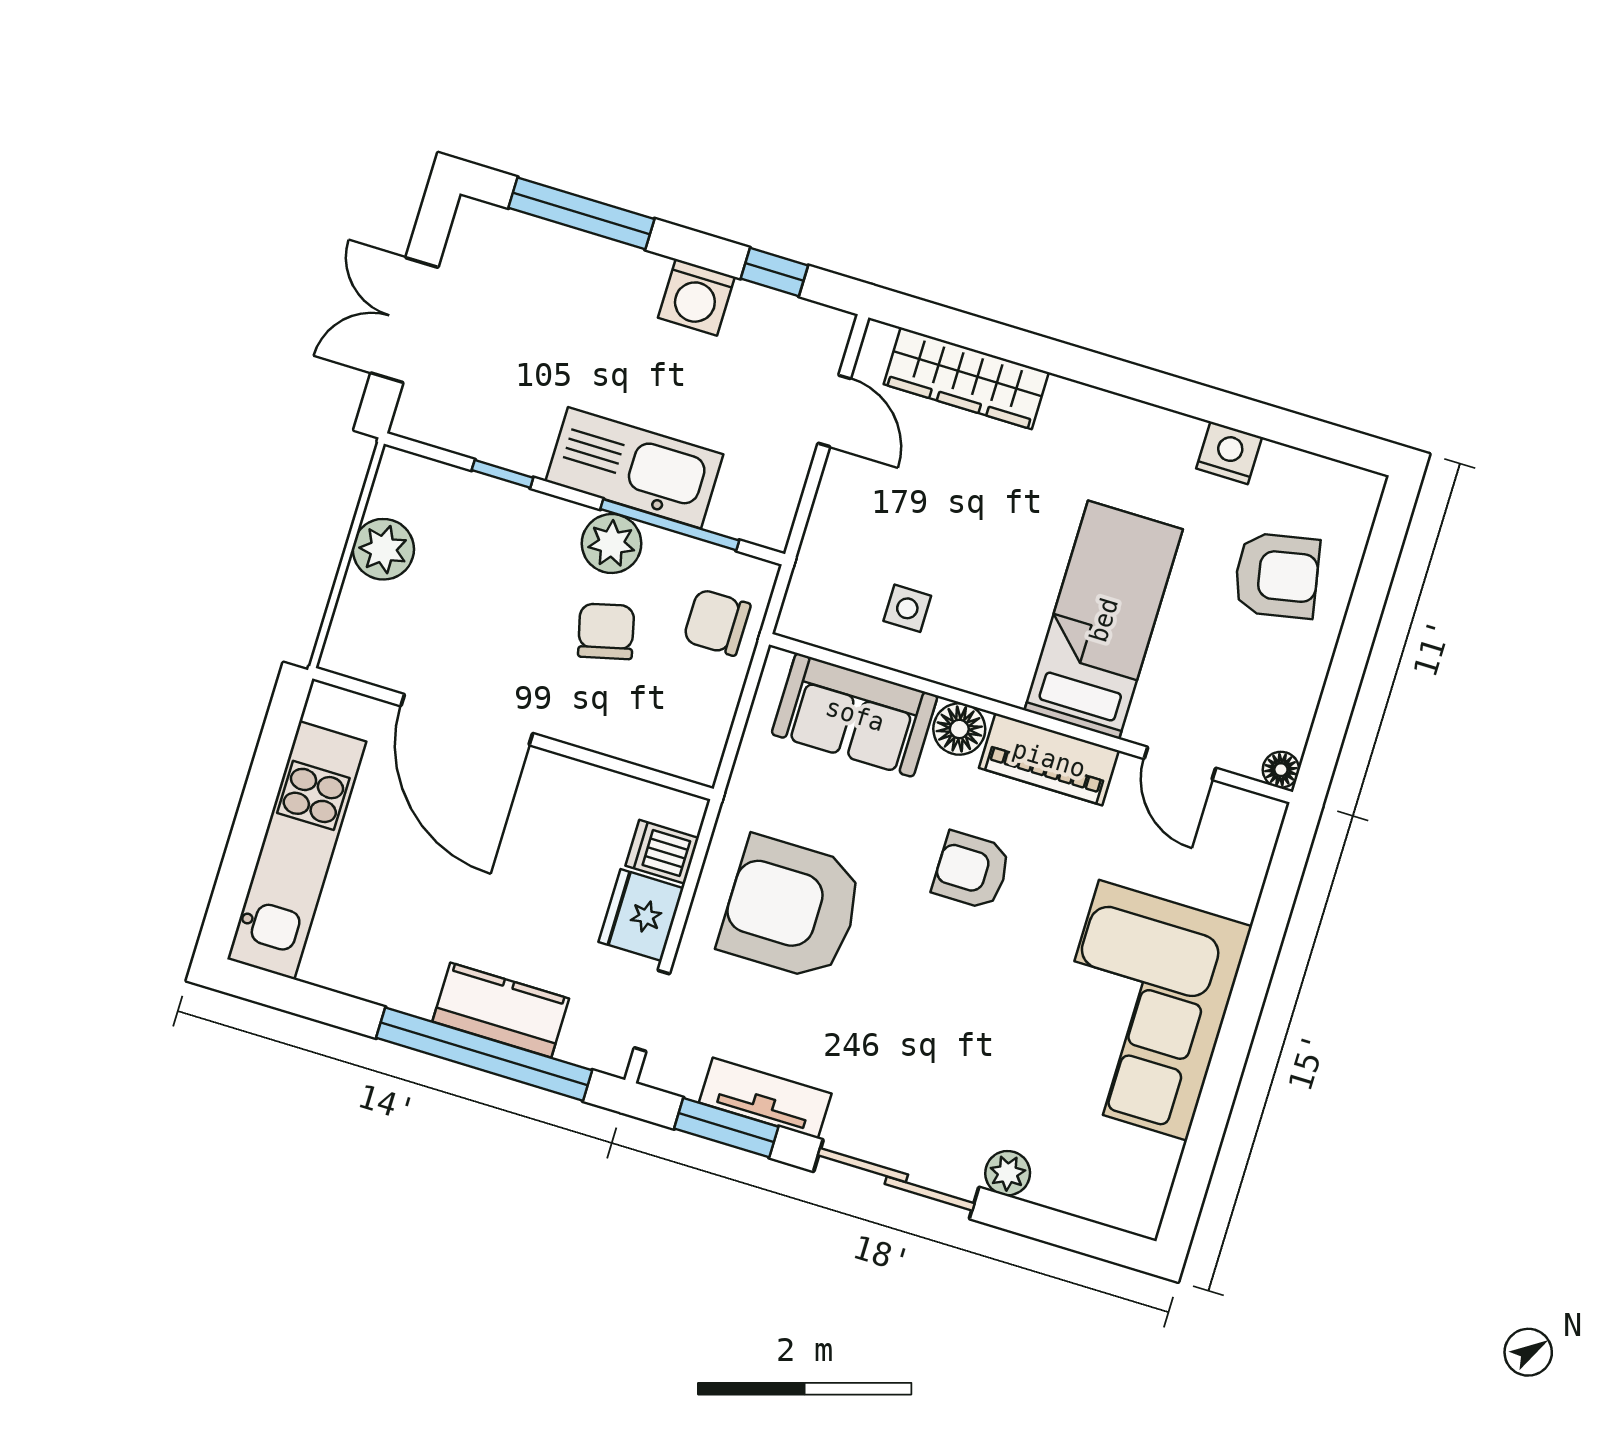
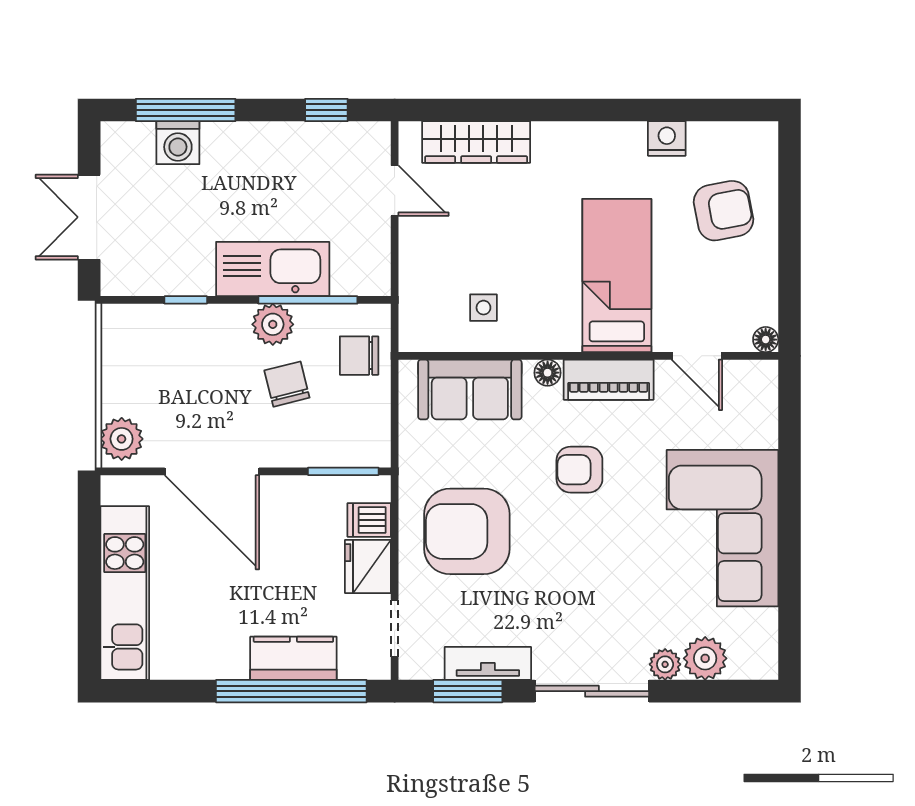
washing machine: (696, 297) -> (178, 143), moved
plant: (383, 549) -> (122, 439), moved
floor lamp: (959, 729) -> (548, 373), width x0.73, depth x0.73
window: (647, 774) -> (343, 471), added
plant: (1065, 1182) -> (705, 658), added

